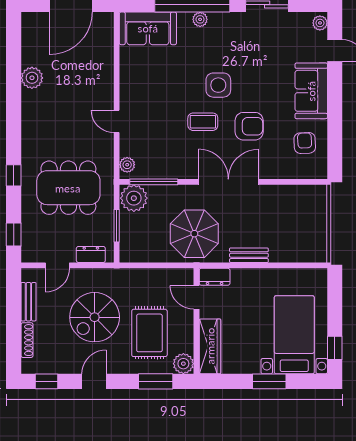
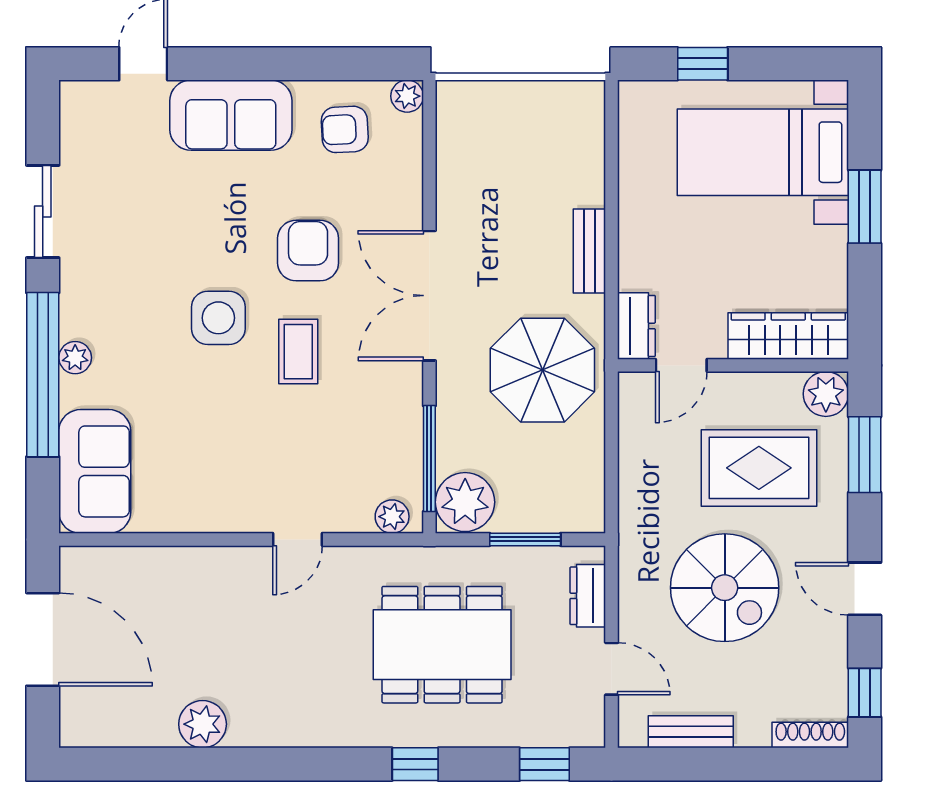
plant: (320, 23) -> (407, 96), moved
dining table: (68, 188) -> (442, 645), turned 90
shoe rack: (27, 340) -> (810, 735), moved
window: (335, 348) -> (703, 64), moved

